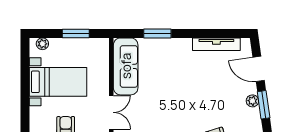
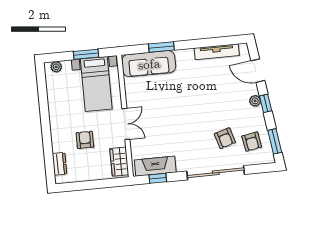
sofa: (126, 66) -> (149, 64), moved, turned 90
bed with nightstands: (58, 82) -> (96, 84), moved, turned 90
window: (264, 105) -> (266, 103), width x0.67

